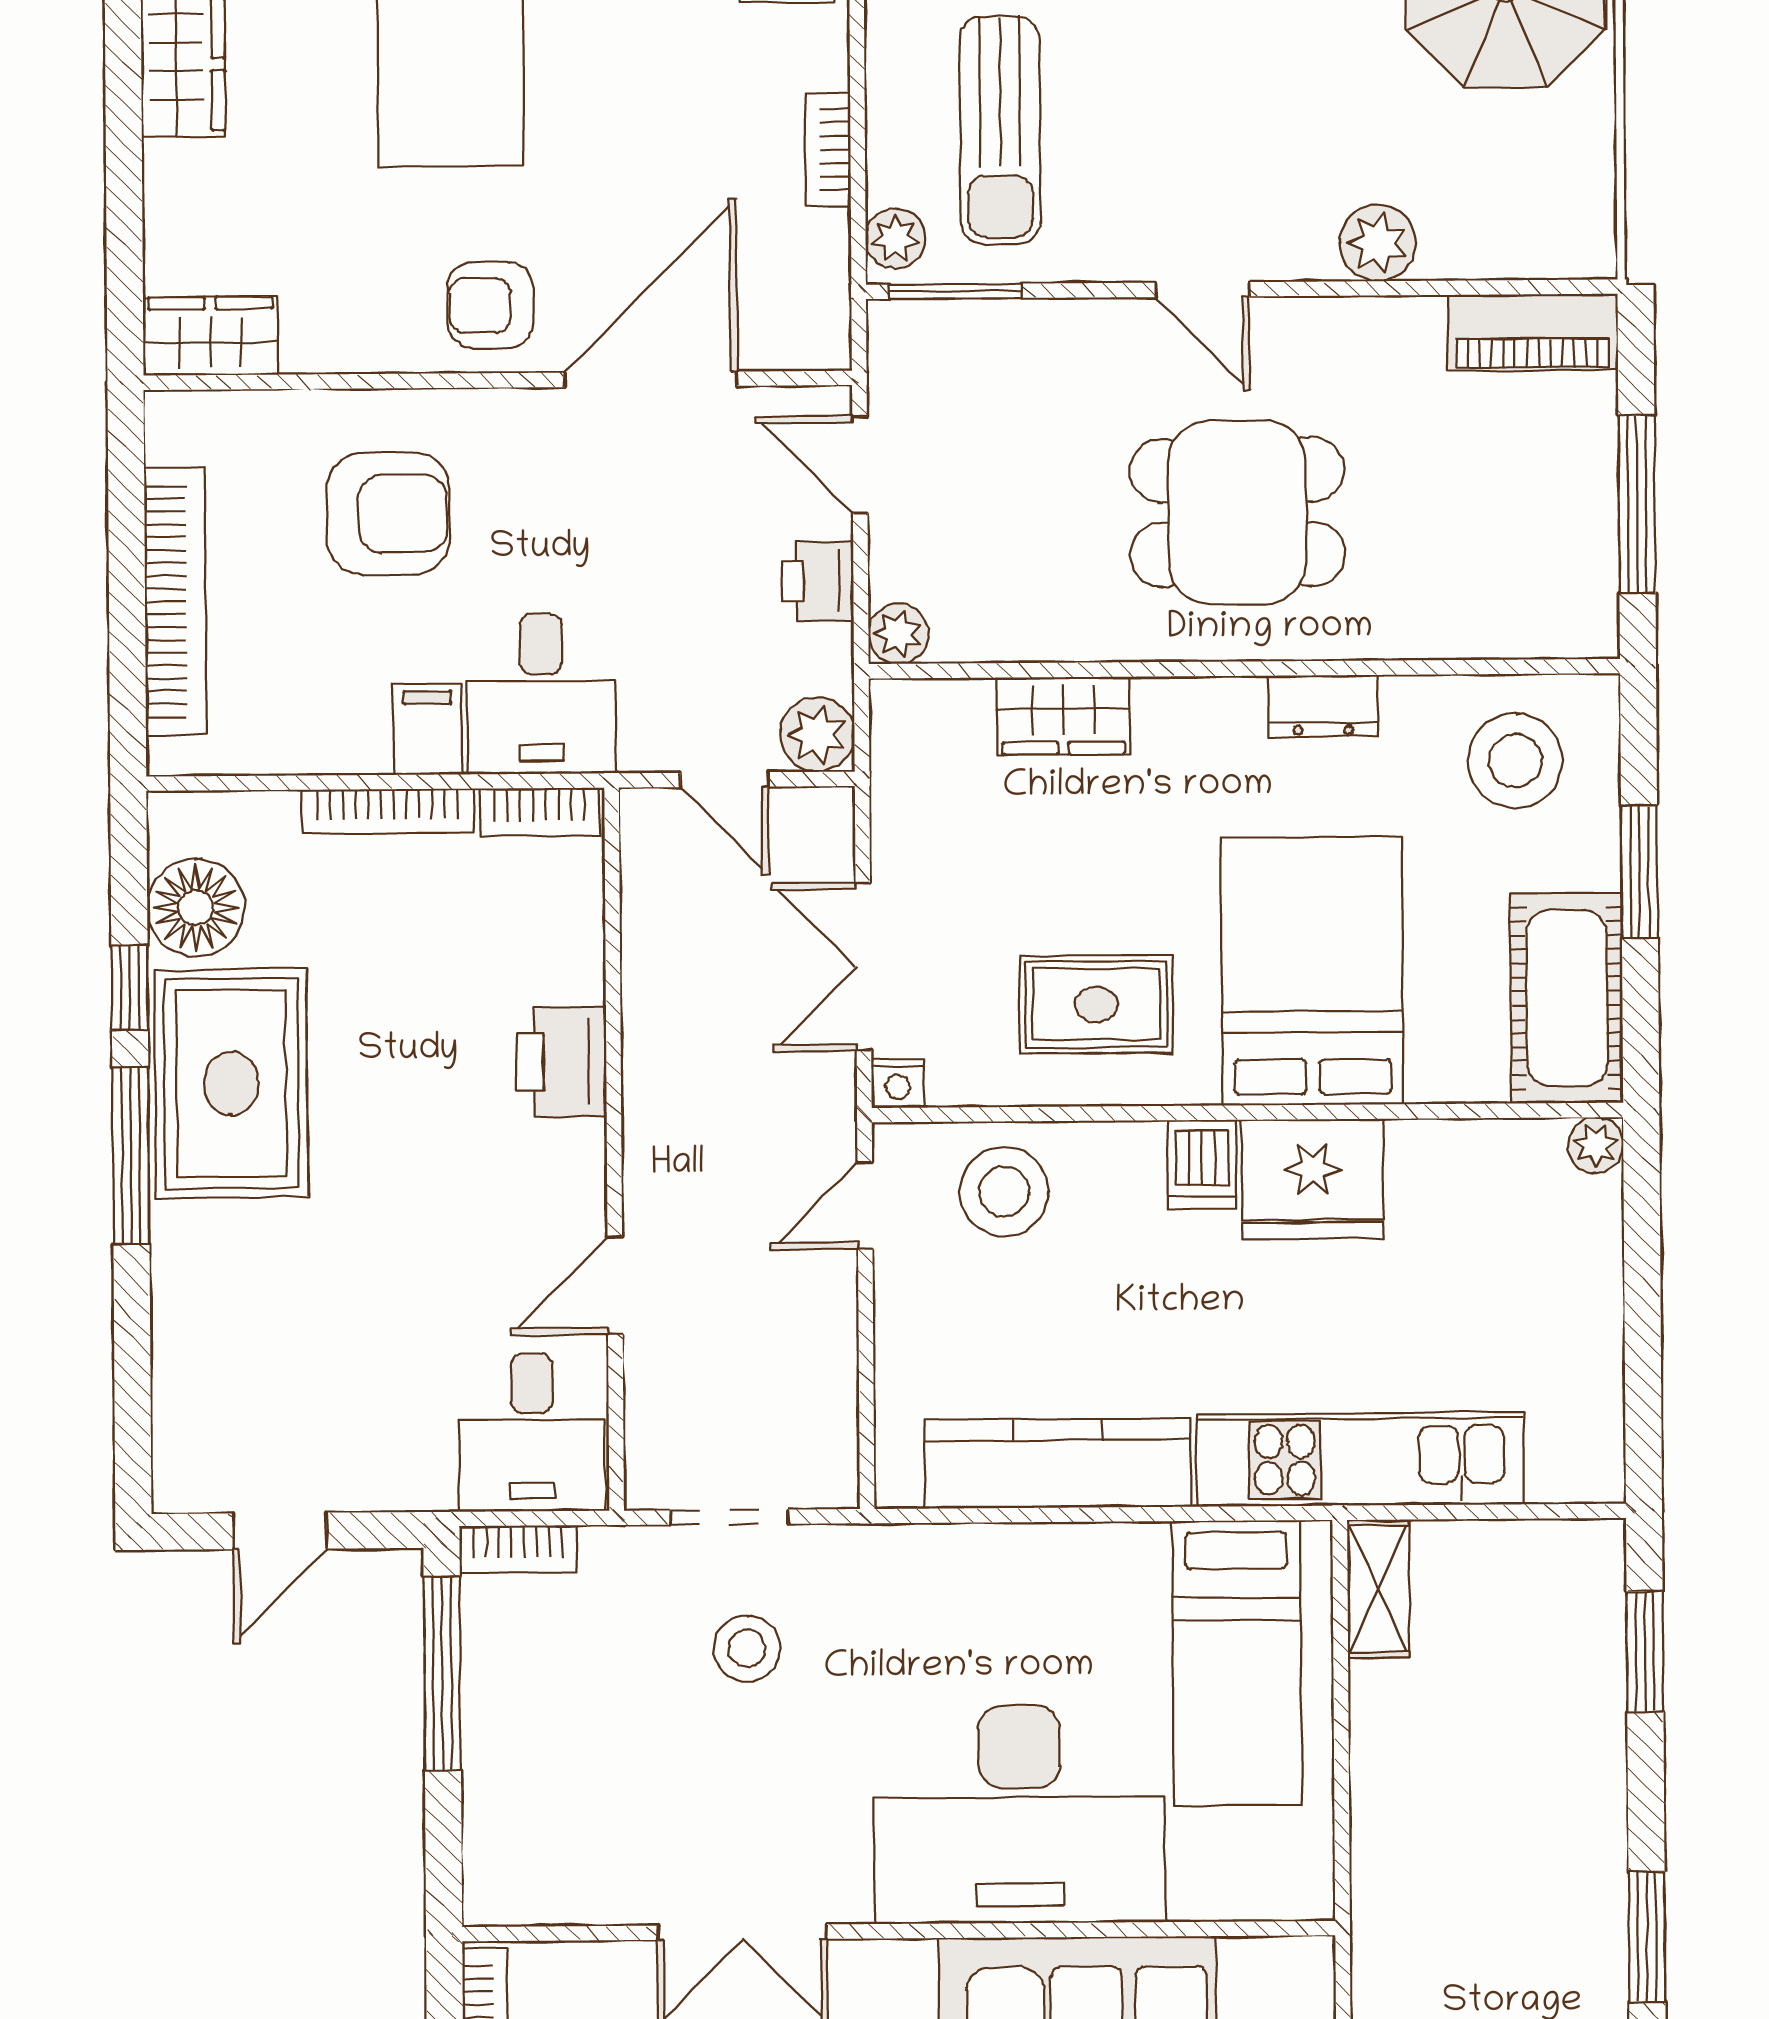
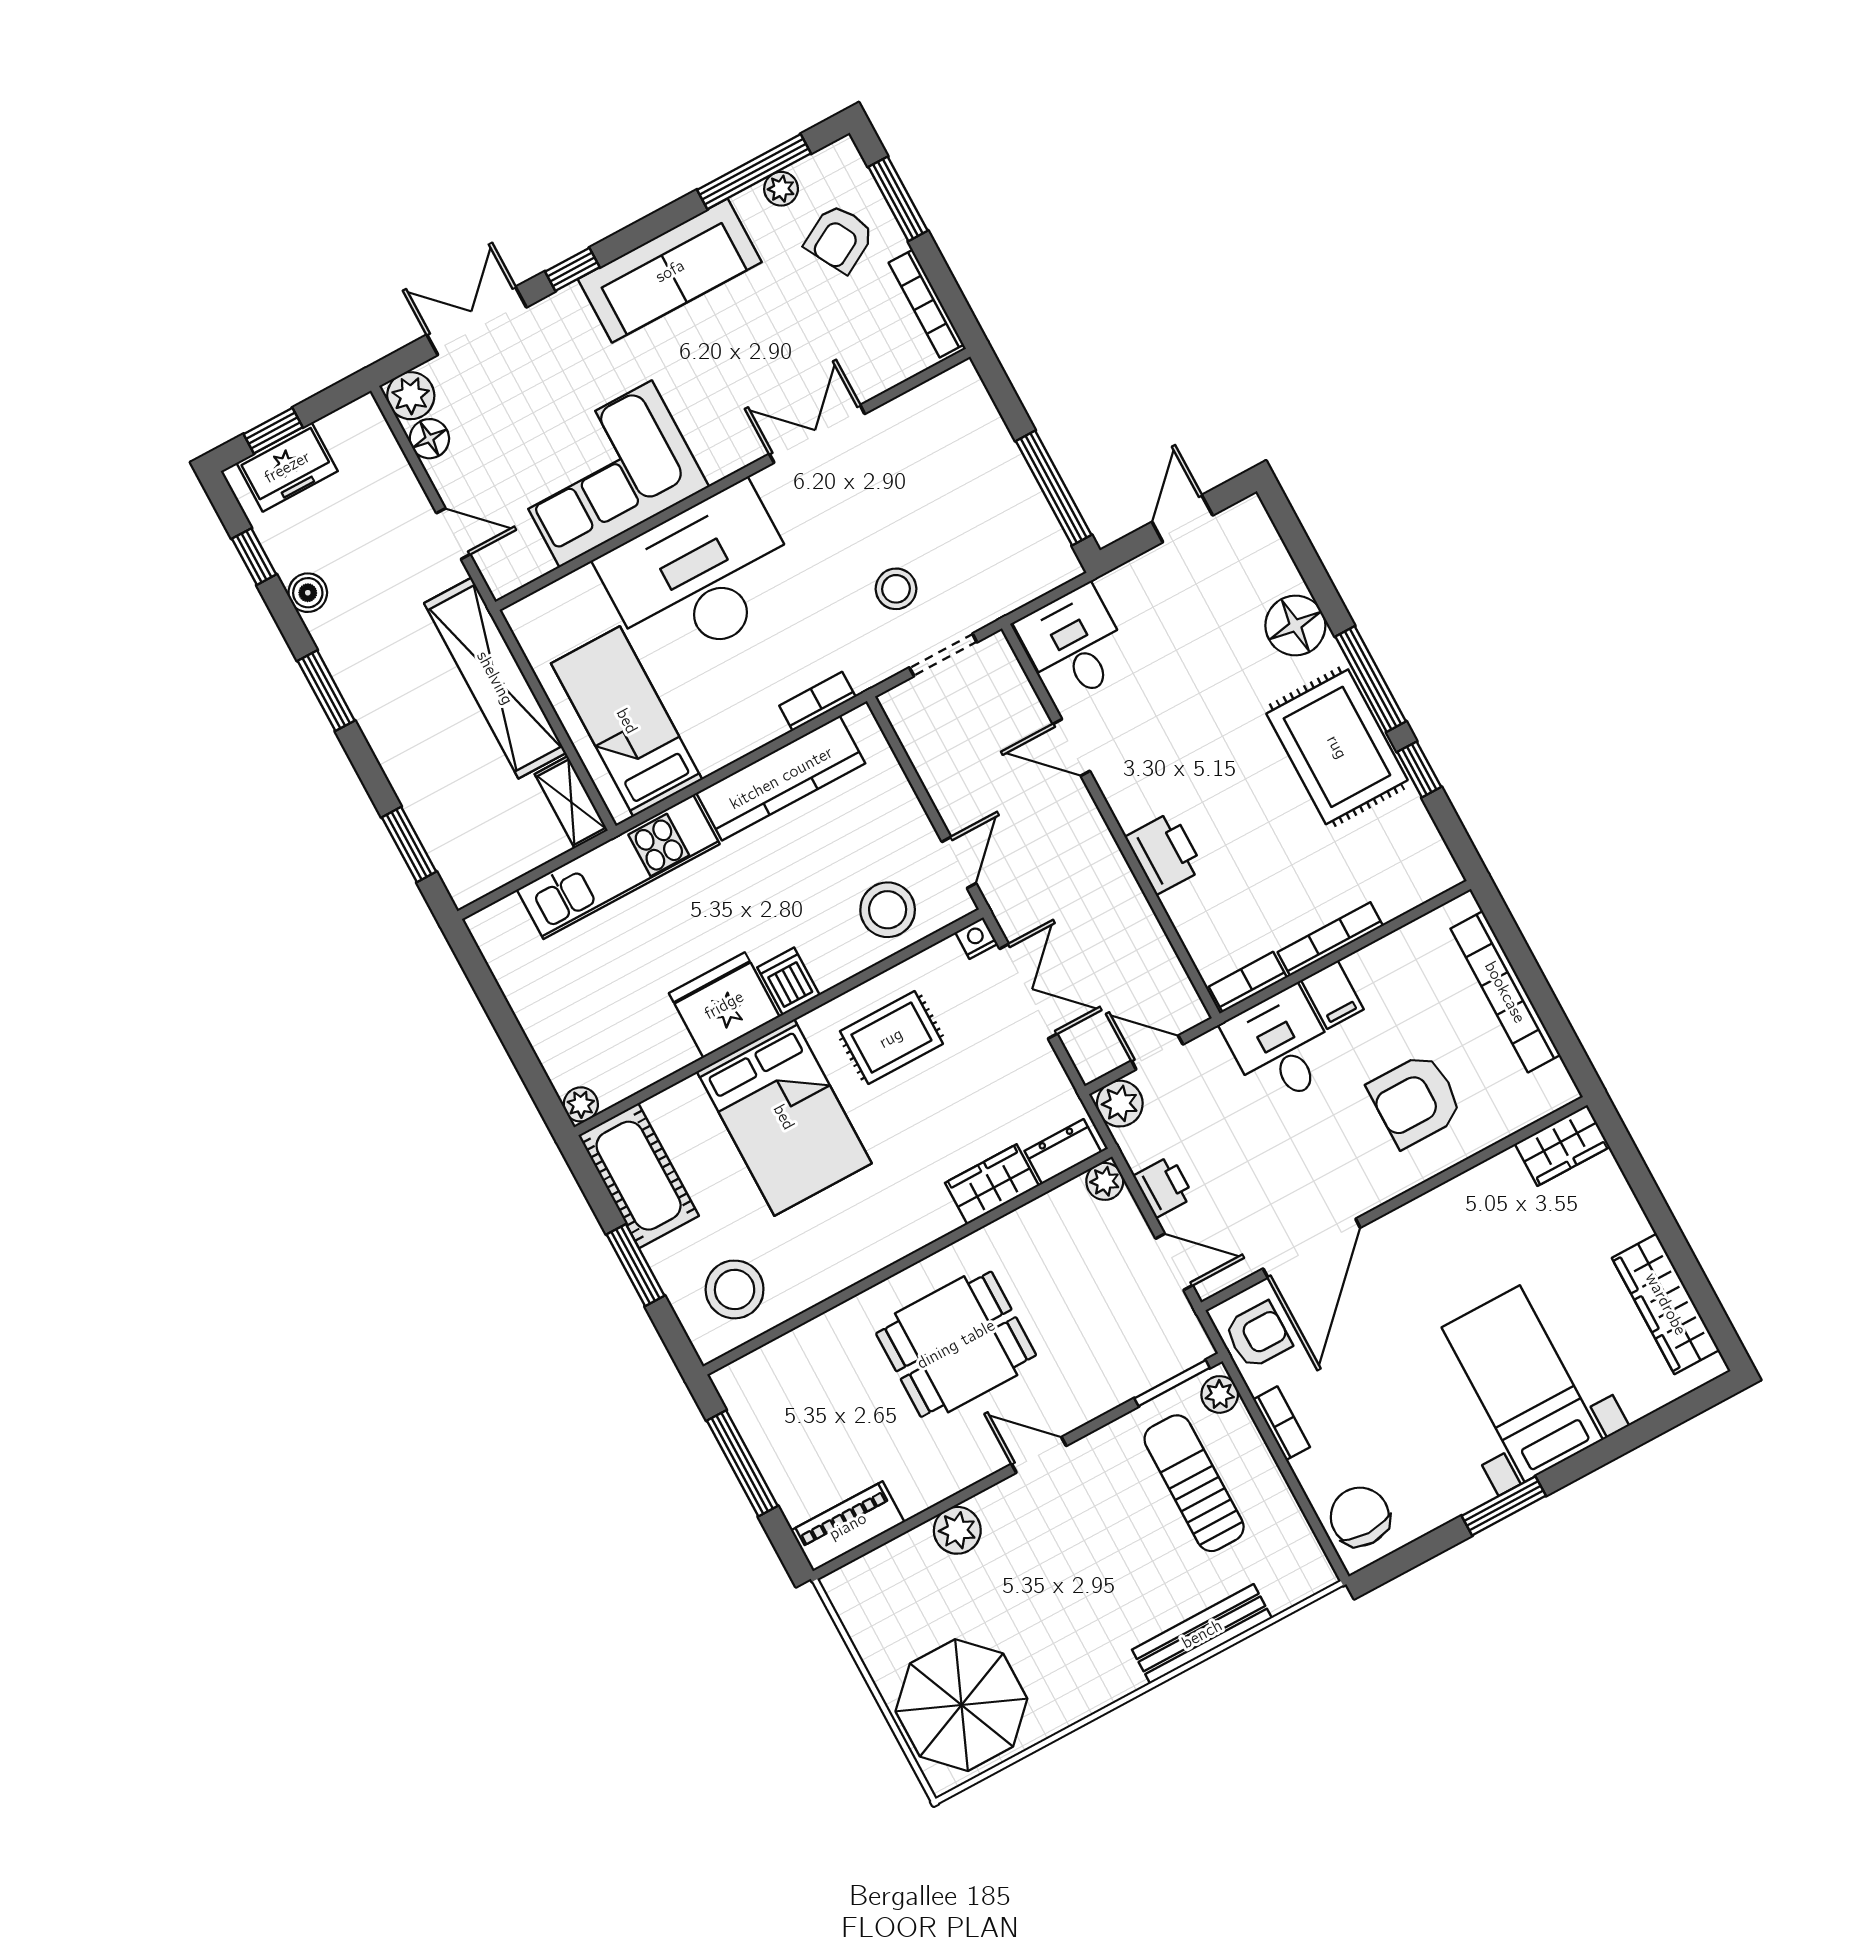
armchair: (490, 305) -> (1258, 1335), moved
dresser: (1323, 706) -> (1063, 1152), moved
floor lamp: (196, 908) -> (1295, 626), moved
door: (615, 1285) -> (1071, 747), swing flipped
bookcase: (518, 1549) -> (817, 701), moved
shelving: (1393, 1826) -> (495, 678), added

